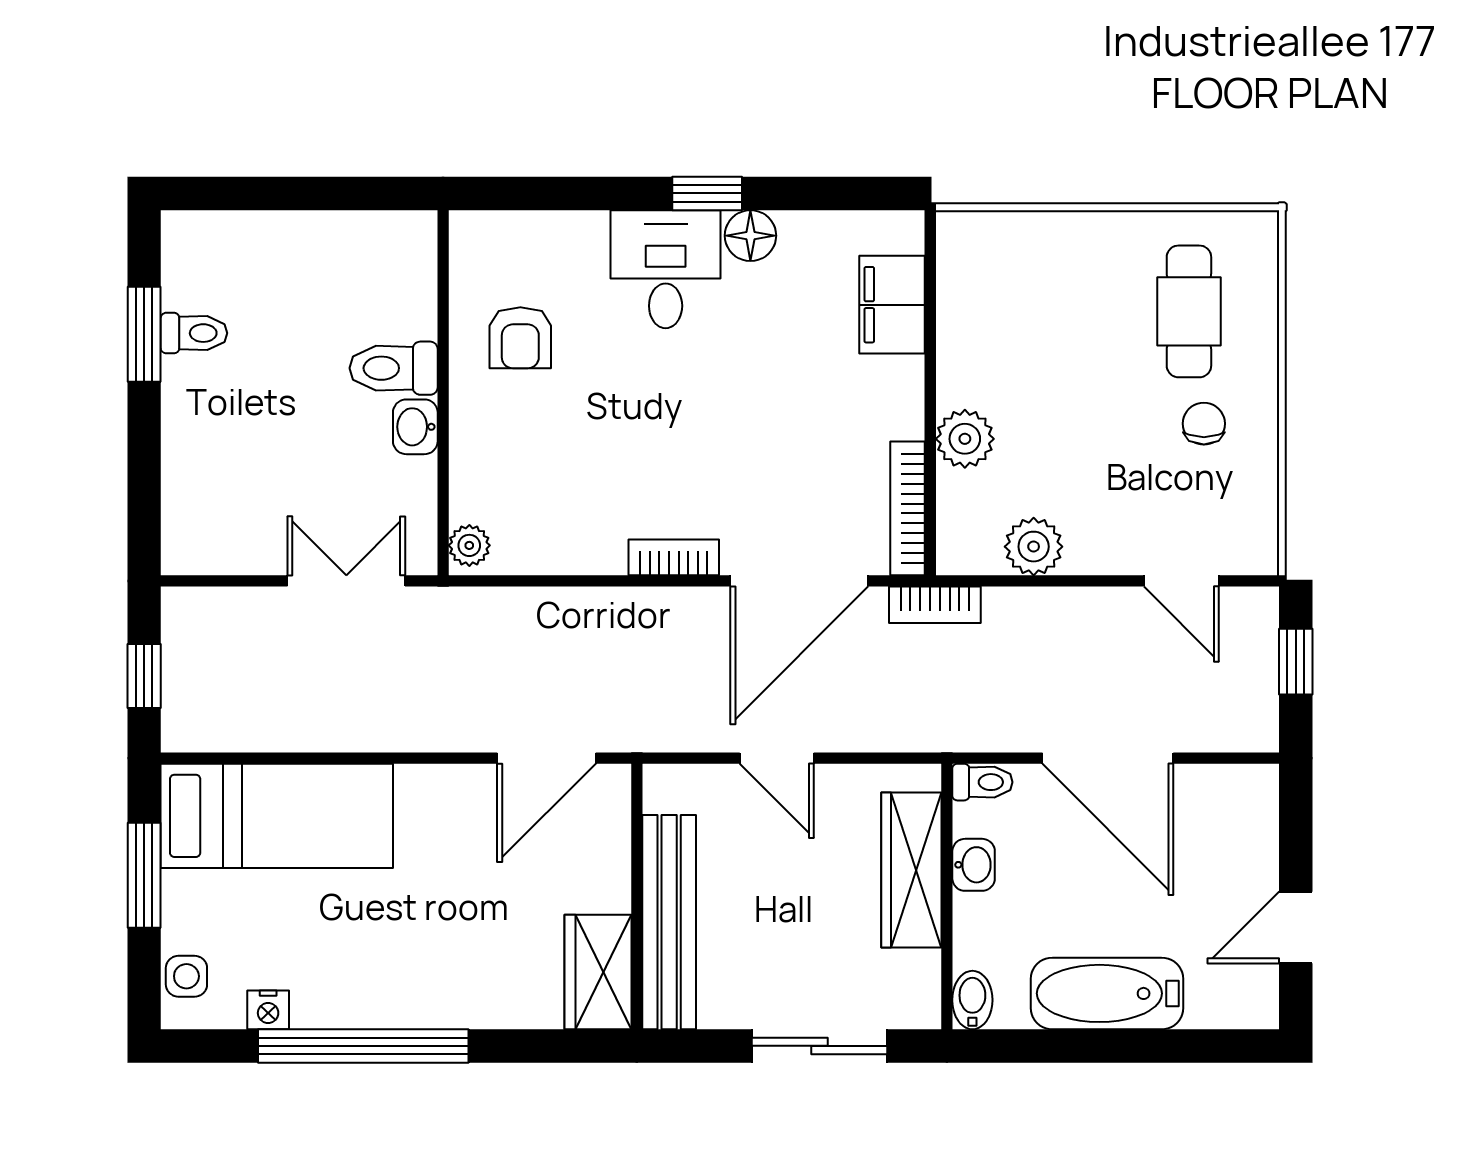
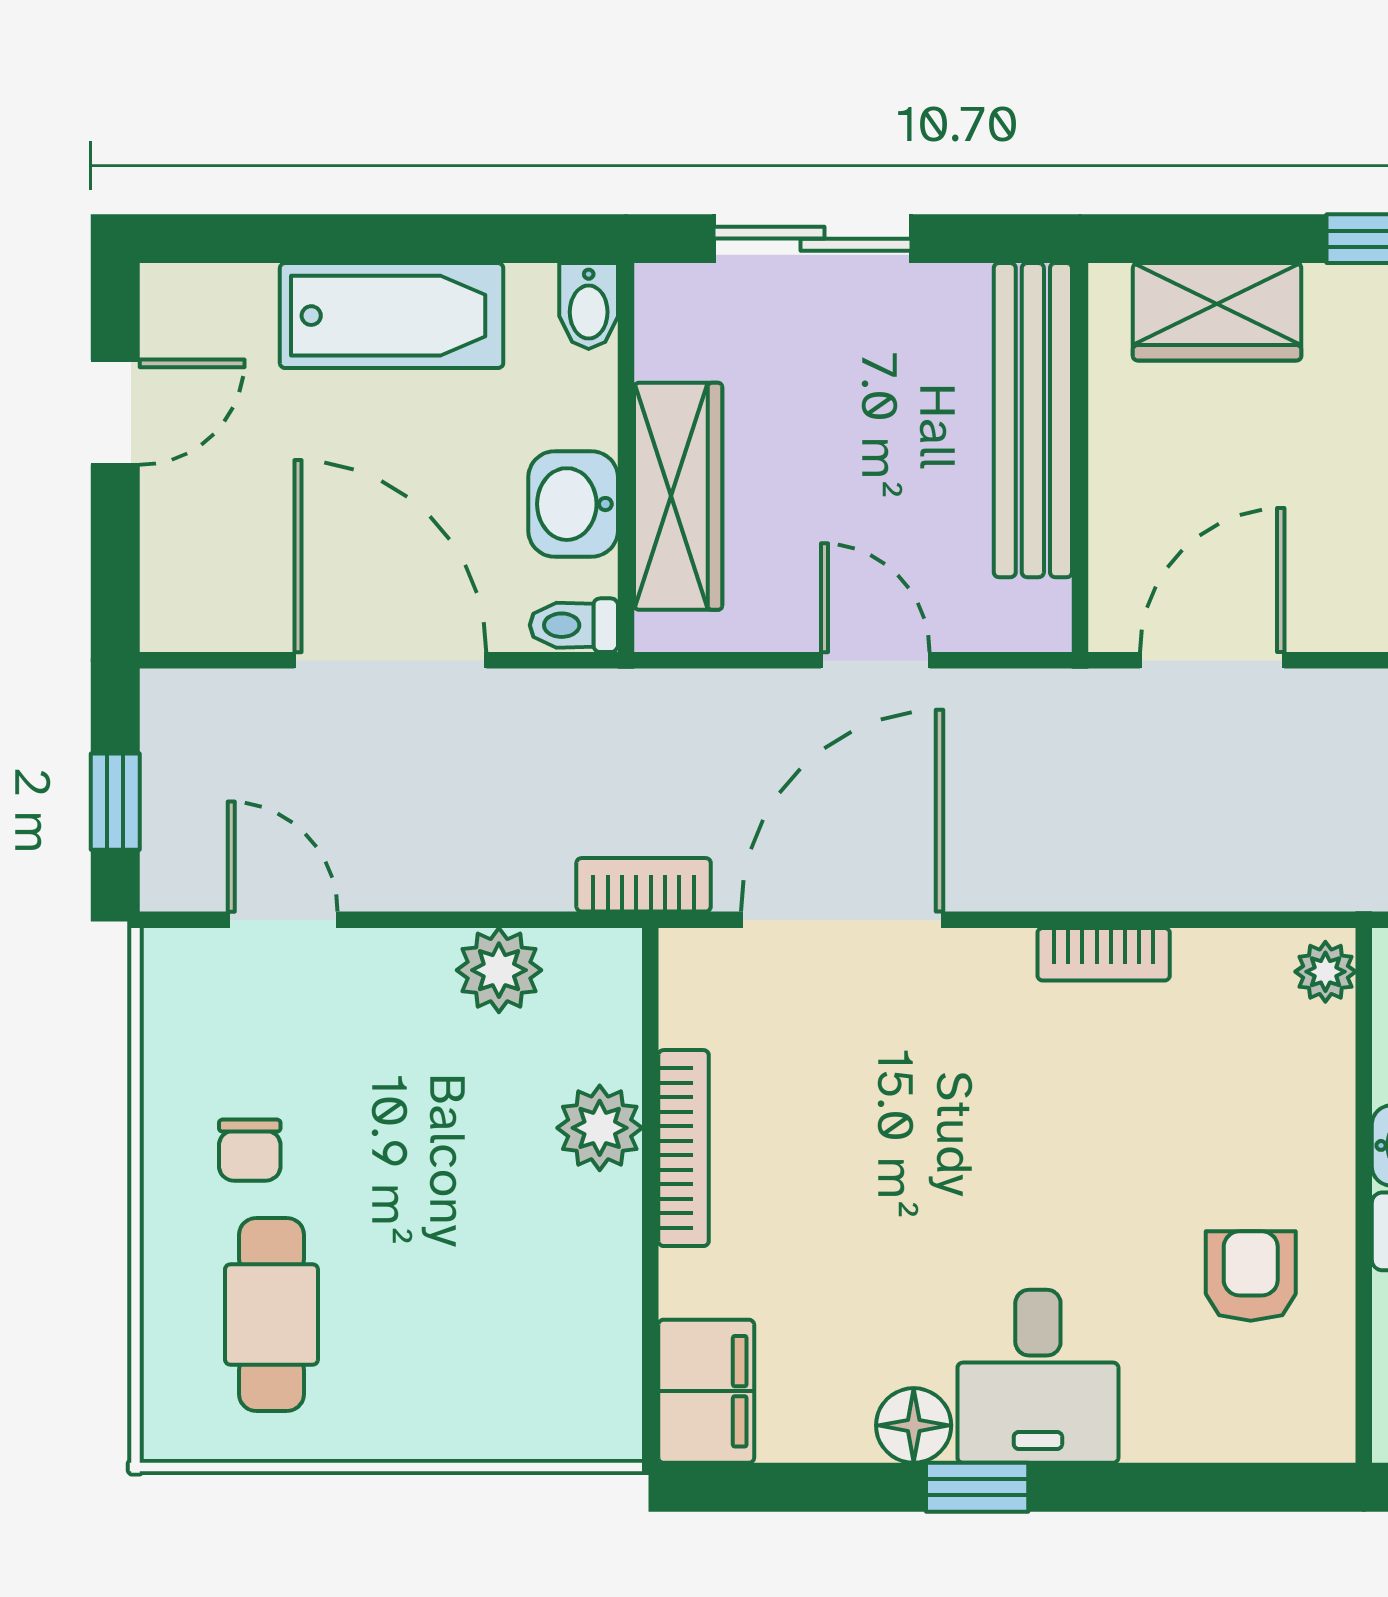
filing cabinet: (892, 305) -> (706, 1391), moved
bookcase: (908, 508) -> (684, 1148), moved
bookcase: (674, 557) -> (1104, 954), moved
washbasin: (974, 865) -> (573, 504), width x1.38, depth x1.45
wardrobe: (598, 972) -> (1217, 312), moved, turned 90

